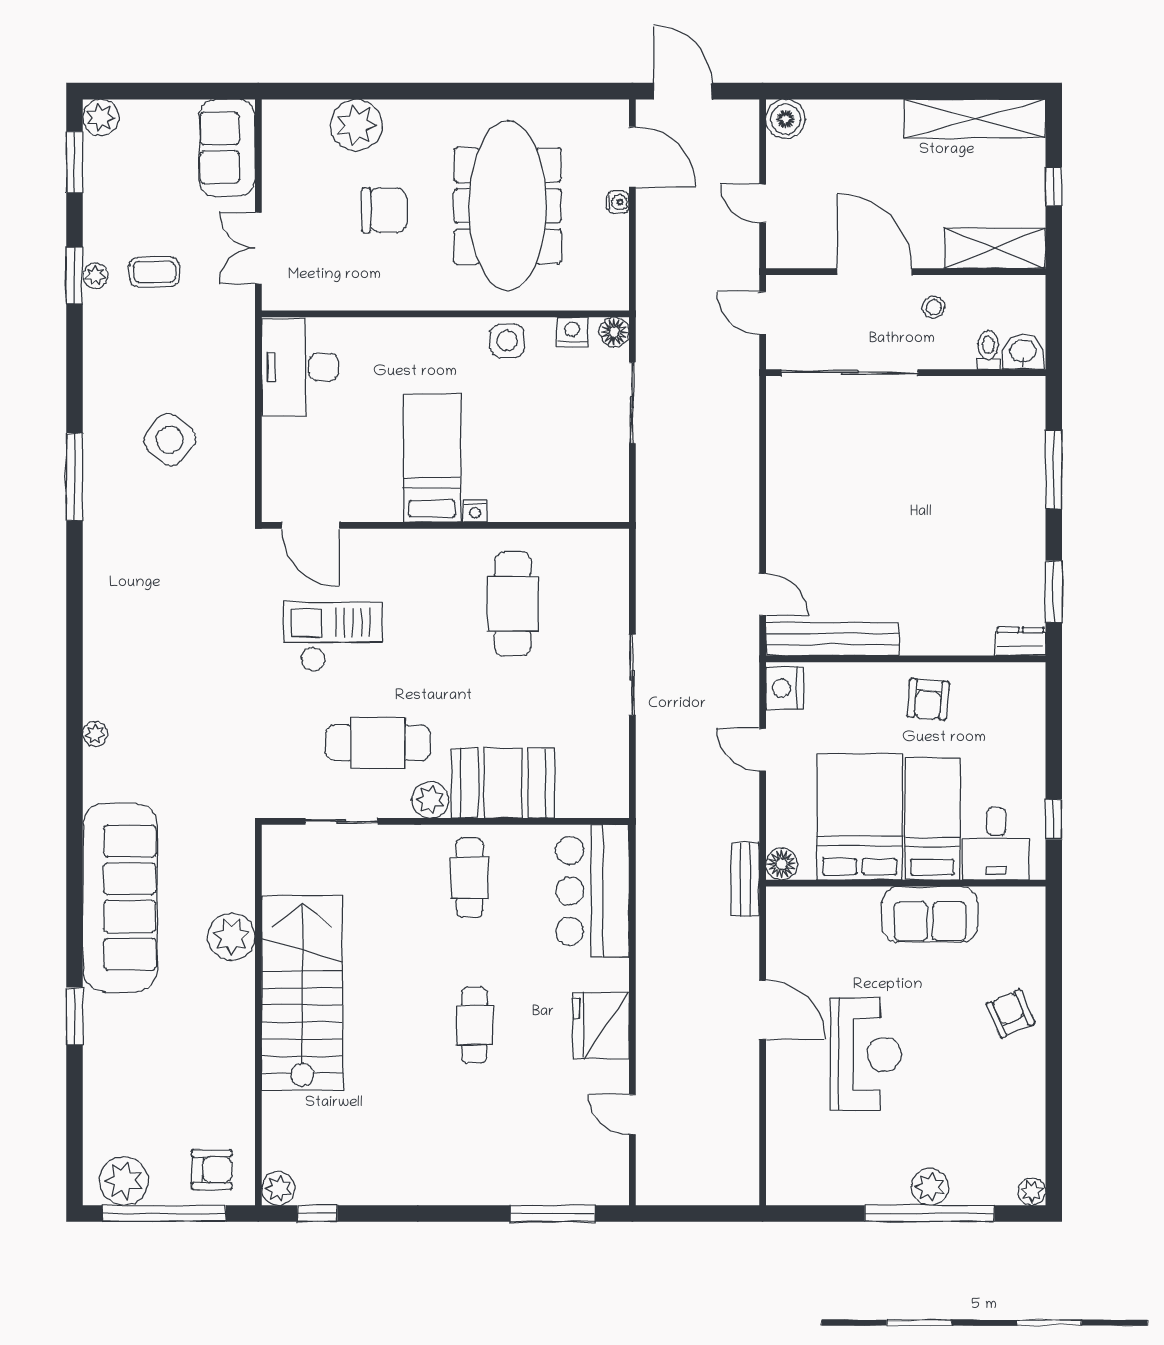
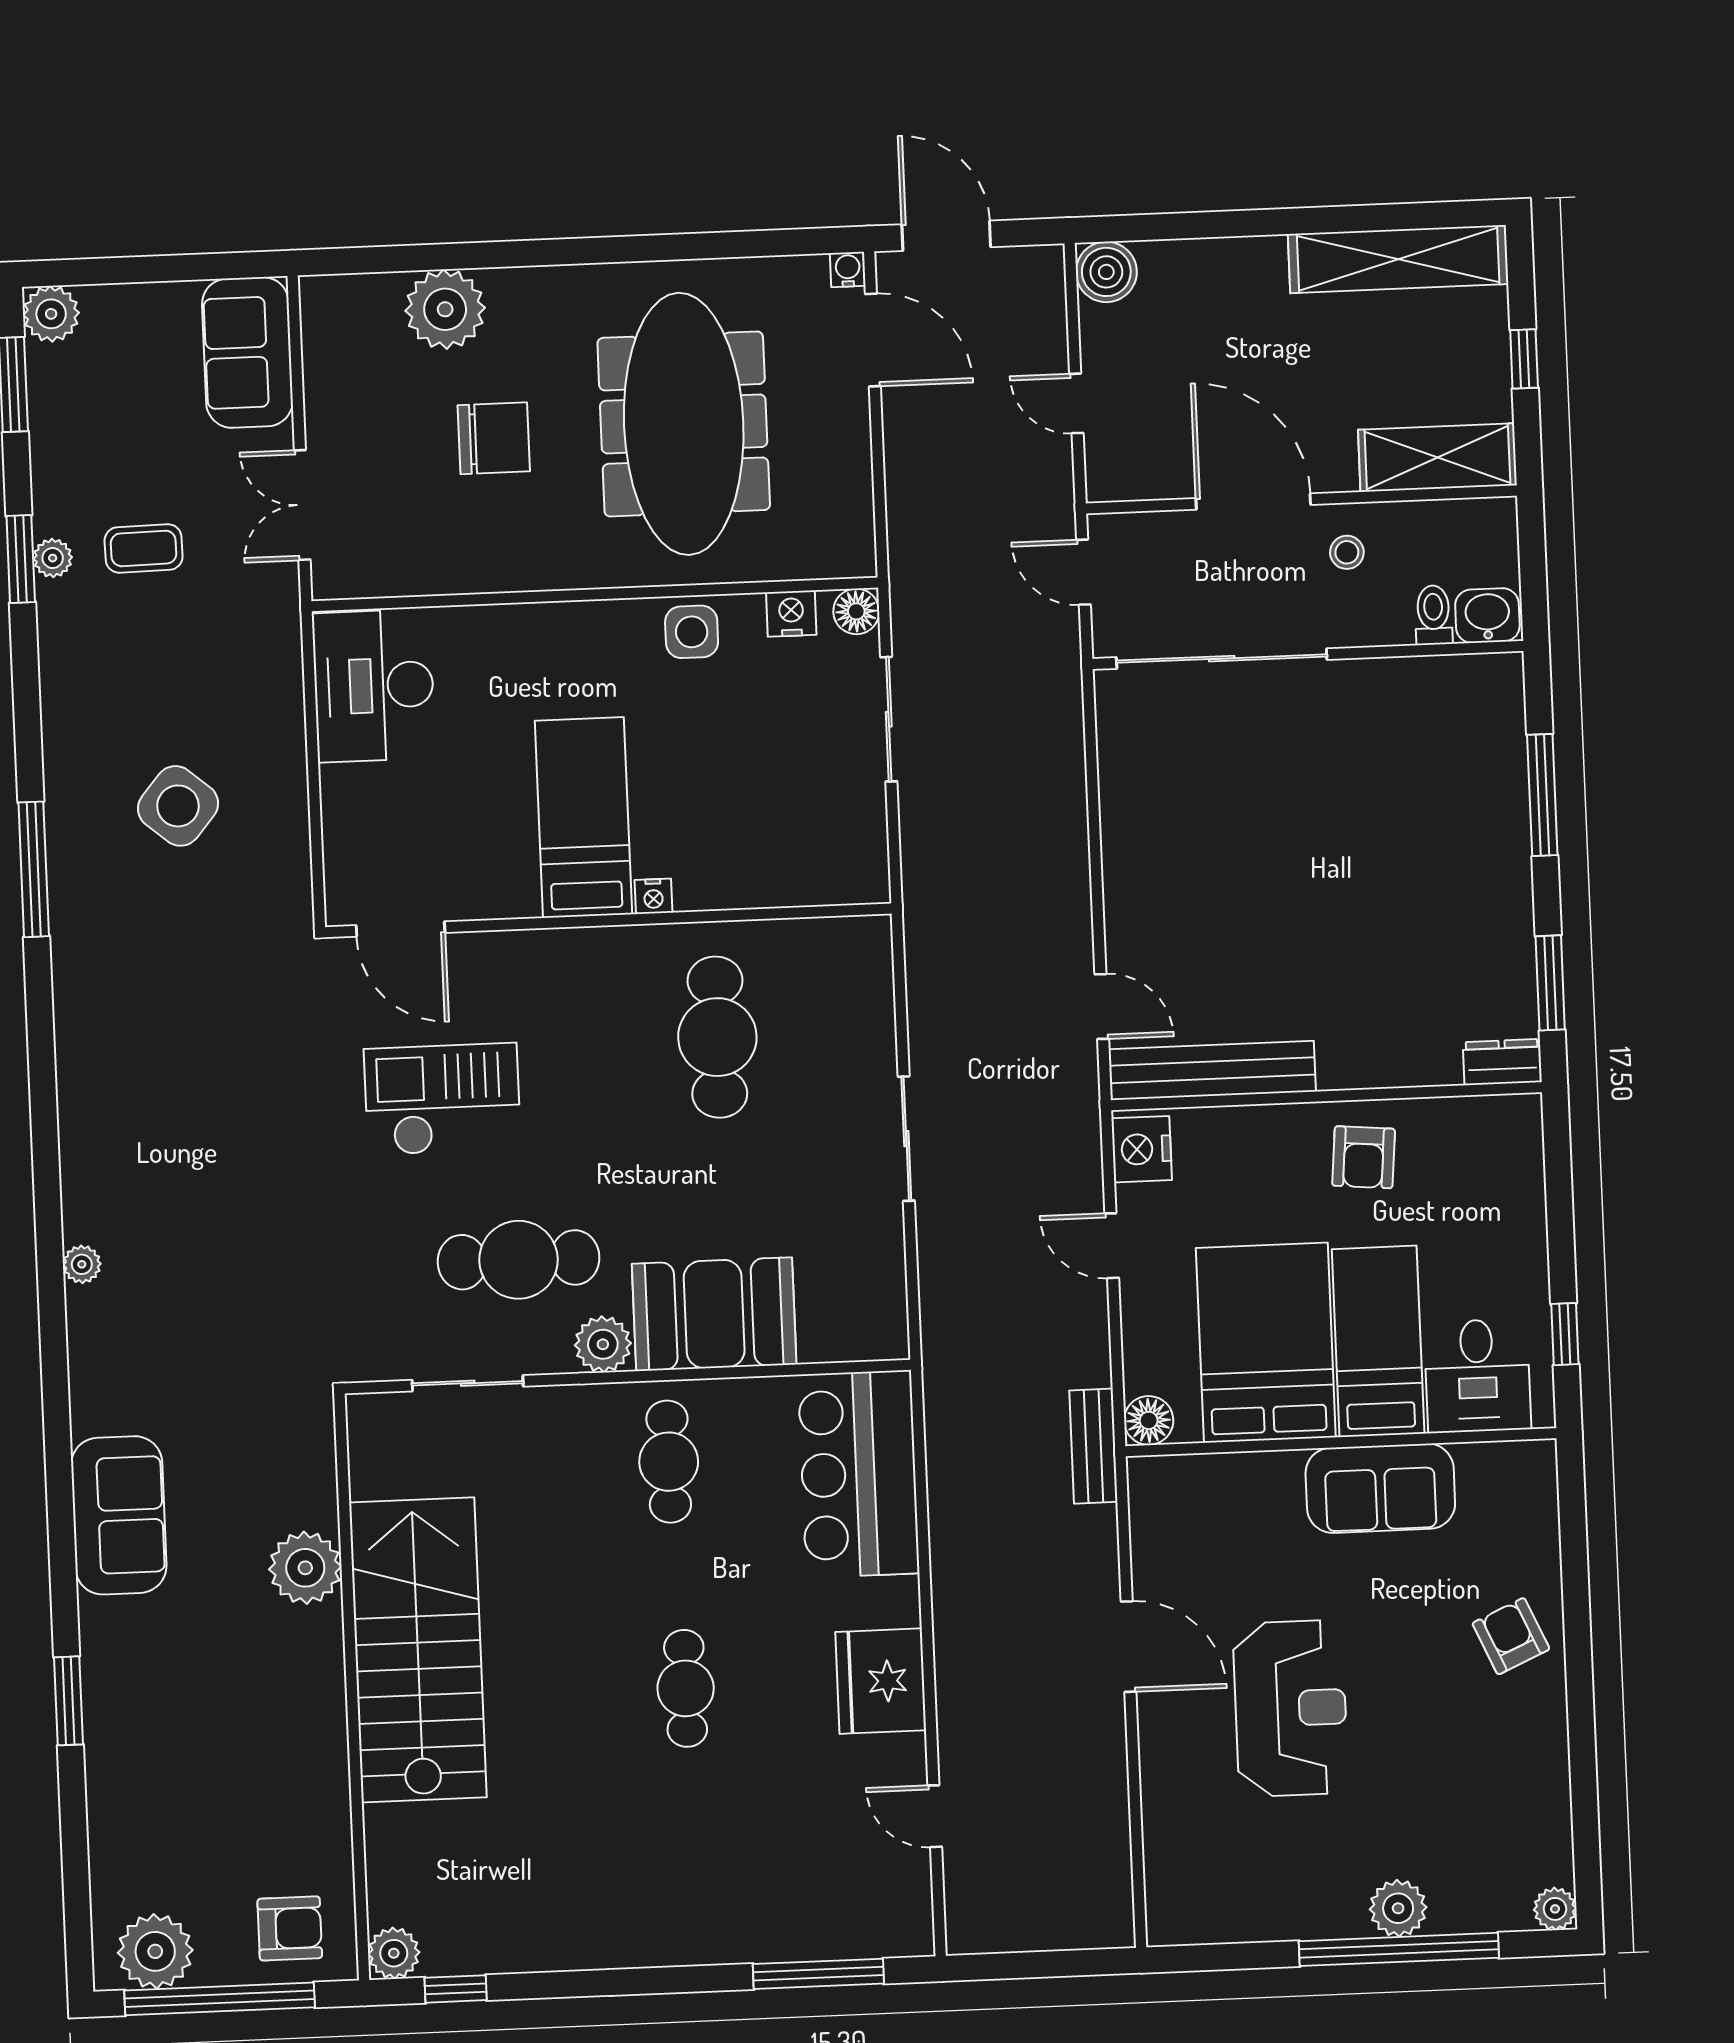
water cooler: (618, 202) -> (848, 269), moved, turned -90
sofa: (120, 898) -> (119, 1515), width x0.54, depth x0.79

